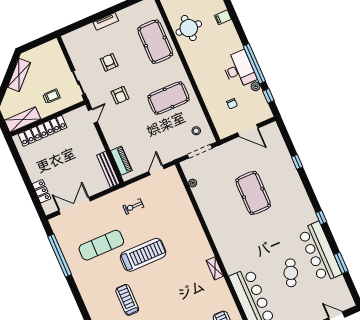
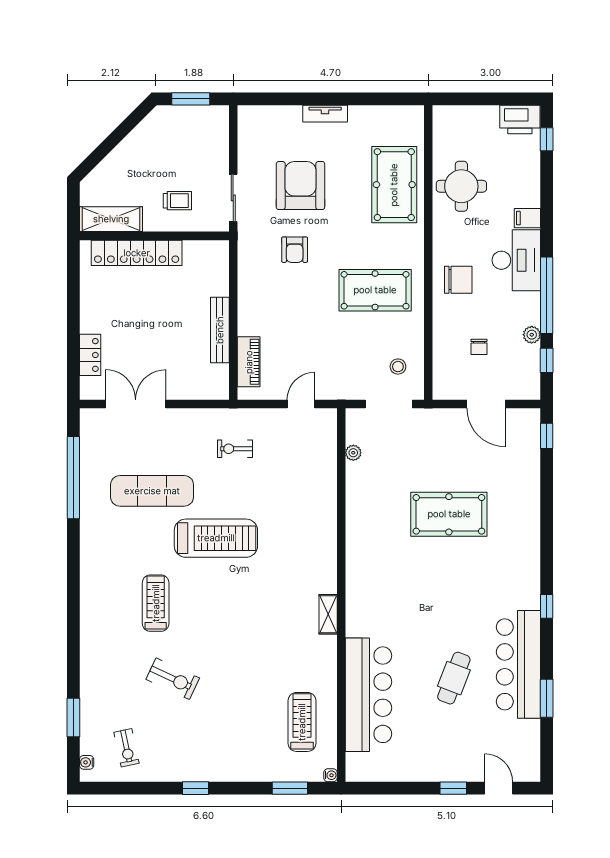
filing cabinet: (223, 17) -> (527, 218), moved
window: (36, 43) -> (191, 99), added
armchair: (109, 62) -> (300, 186), width x1.88, depth x1.88
desk: (239, 69) -> (516, 260), moved
shelving: (19, 75) -> (138, 140), removed
chair: (207, 75) -> (458, 280), added
door: (93, 116) -> (233, 265), removed
window: (297, 162) -> (547, 436), moved
bench: (108, 169) -> (220, 330), moved
pool table: (253, 193) -> (449, 514), turned 90

